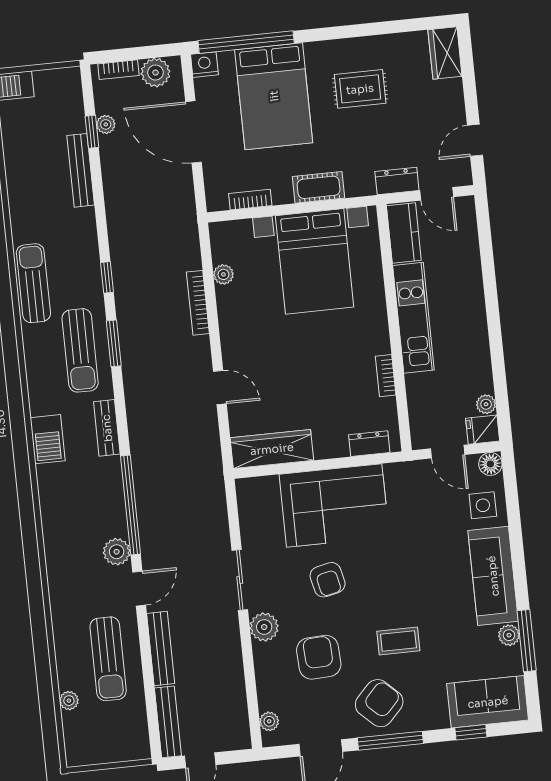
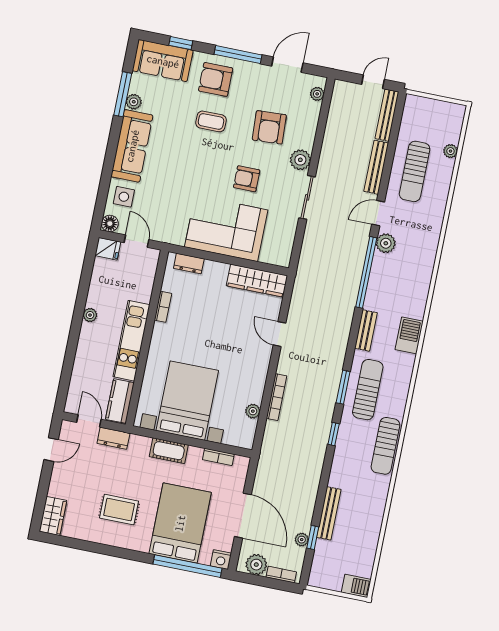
plant: (486, 404) -> (90, 315), moved
armchair: (328, 580) -> (247, 179), turned -77
sun lounger: (108, 659) -> (415, 171), turned 180
armchair: (379, 703) -> (216, 79), moved, turned 47

